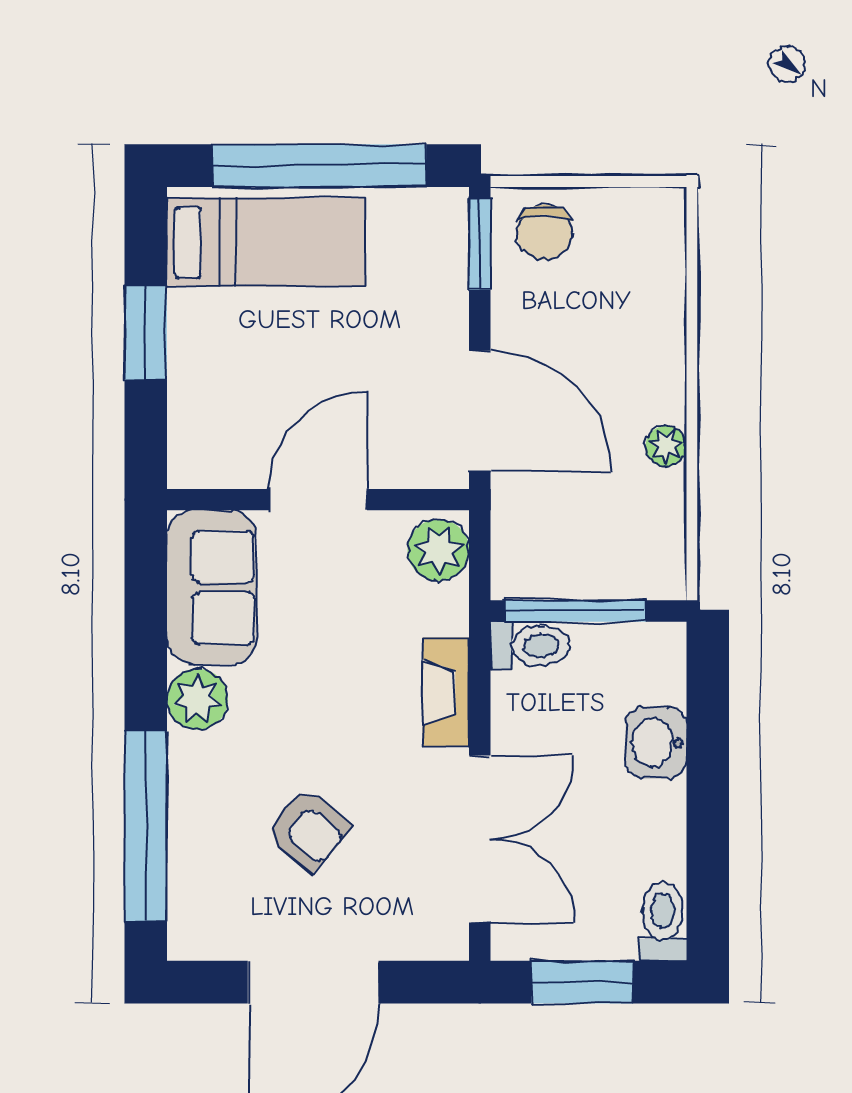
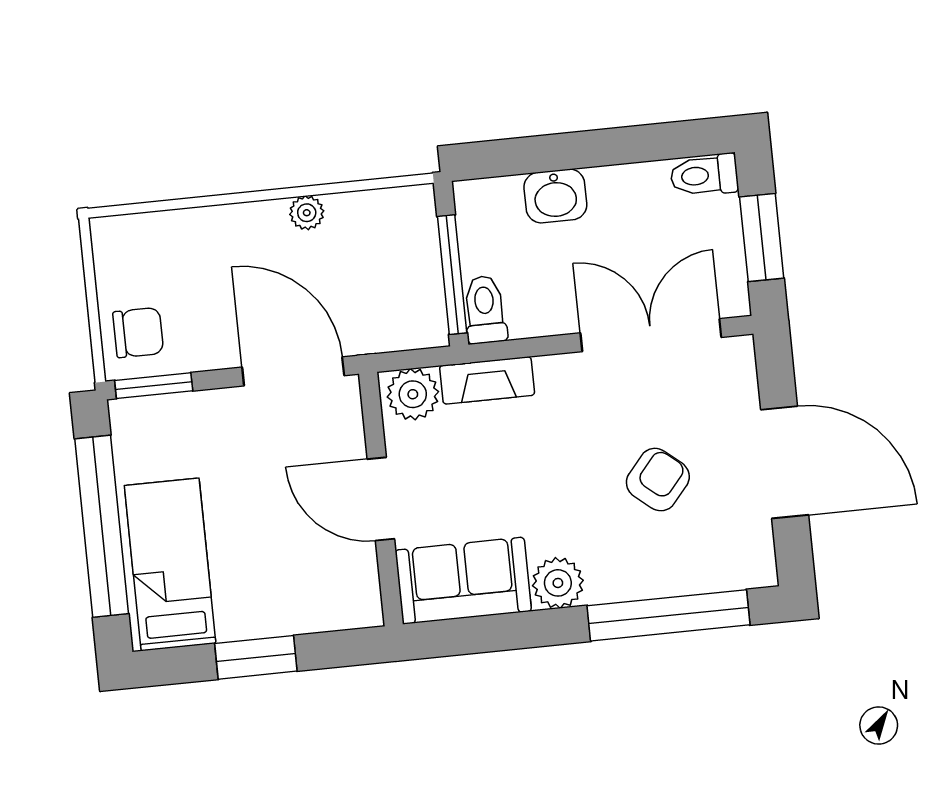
door: (480, 411) -> (293, 371), hinge flipped
fireplace: (446, 692) -> (487, 380), moved

